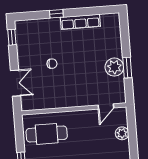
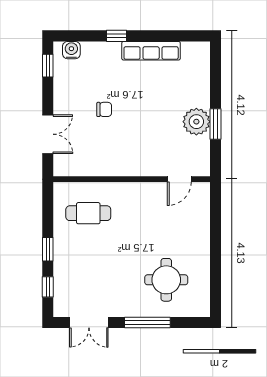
water cooler: (27, 26) -> (71, 50), added
plant: (122, 133) -> (200, 221), removed
cafe table: (47, 134) -> (88, 213), width x0.73, depth x0.74

